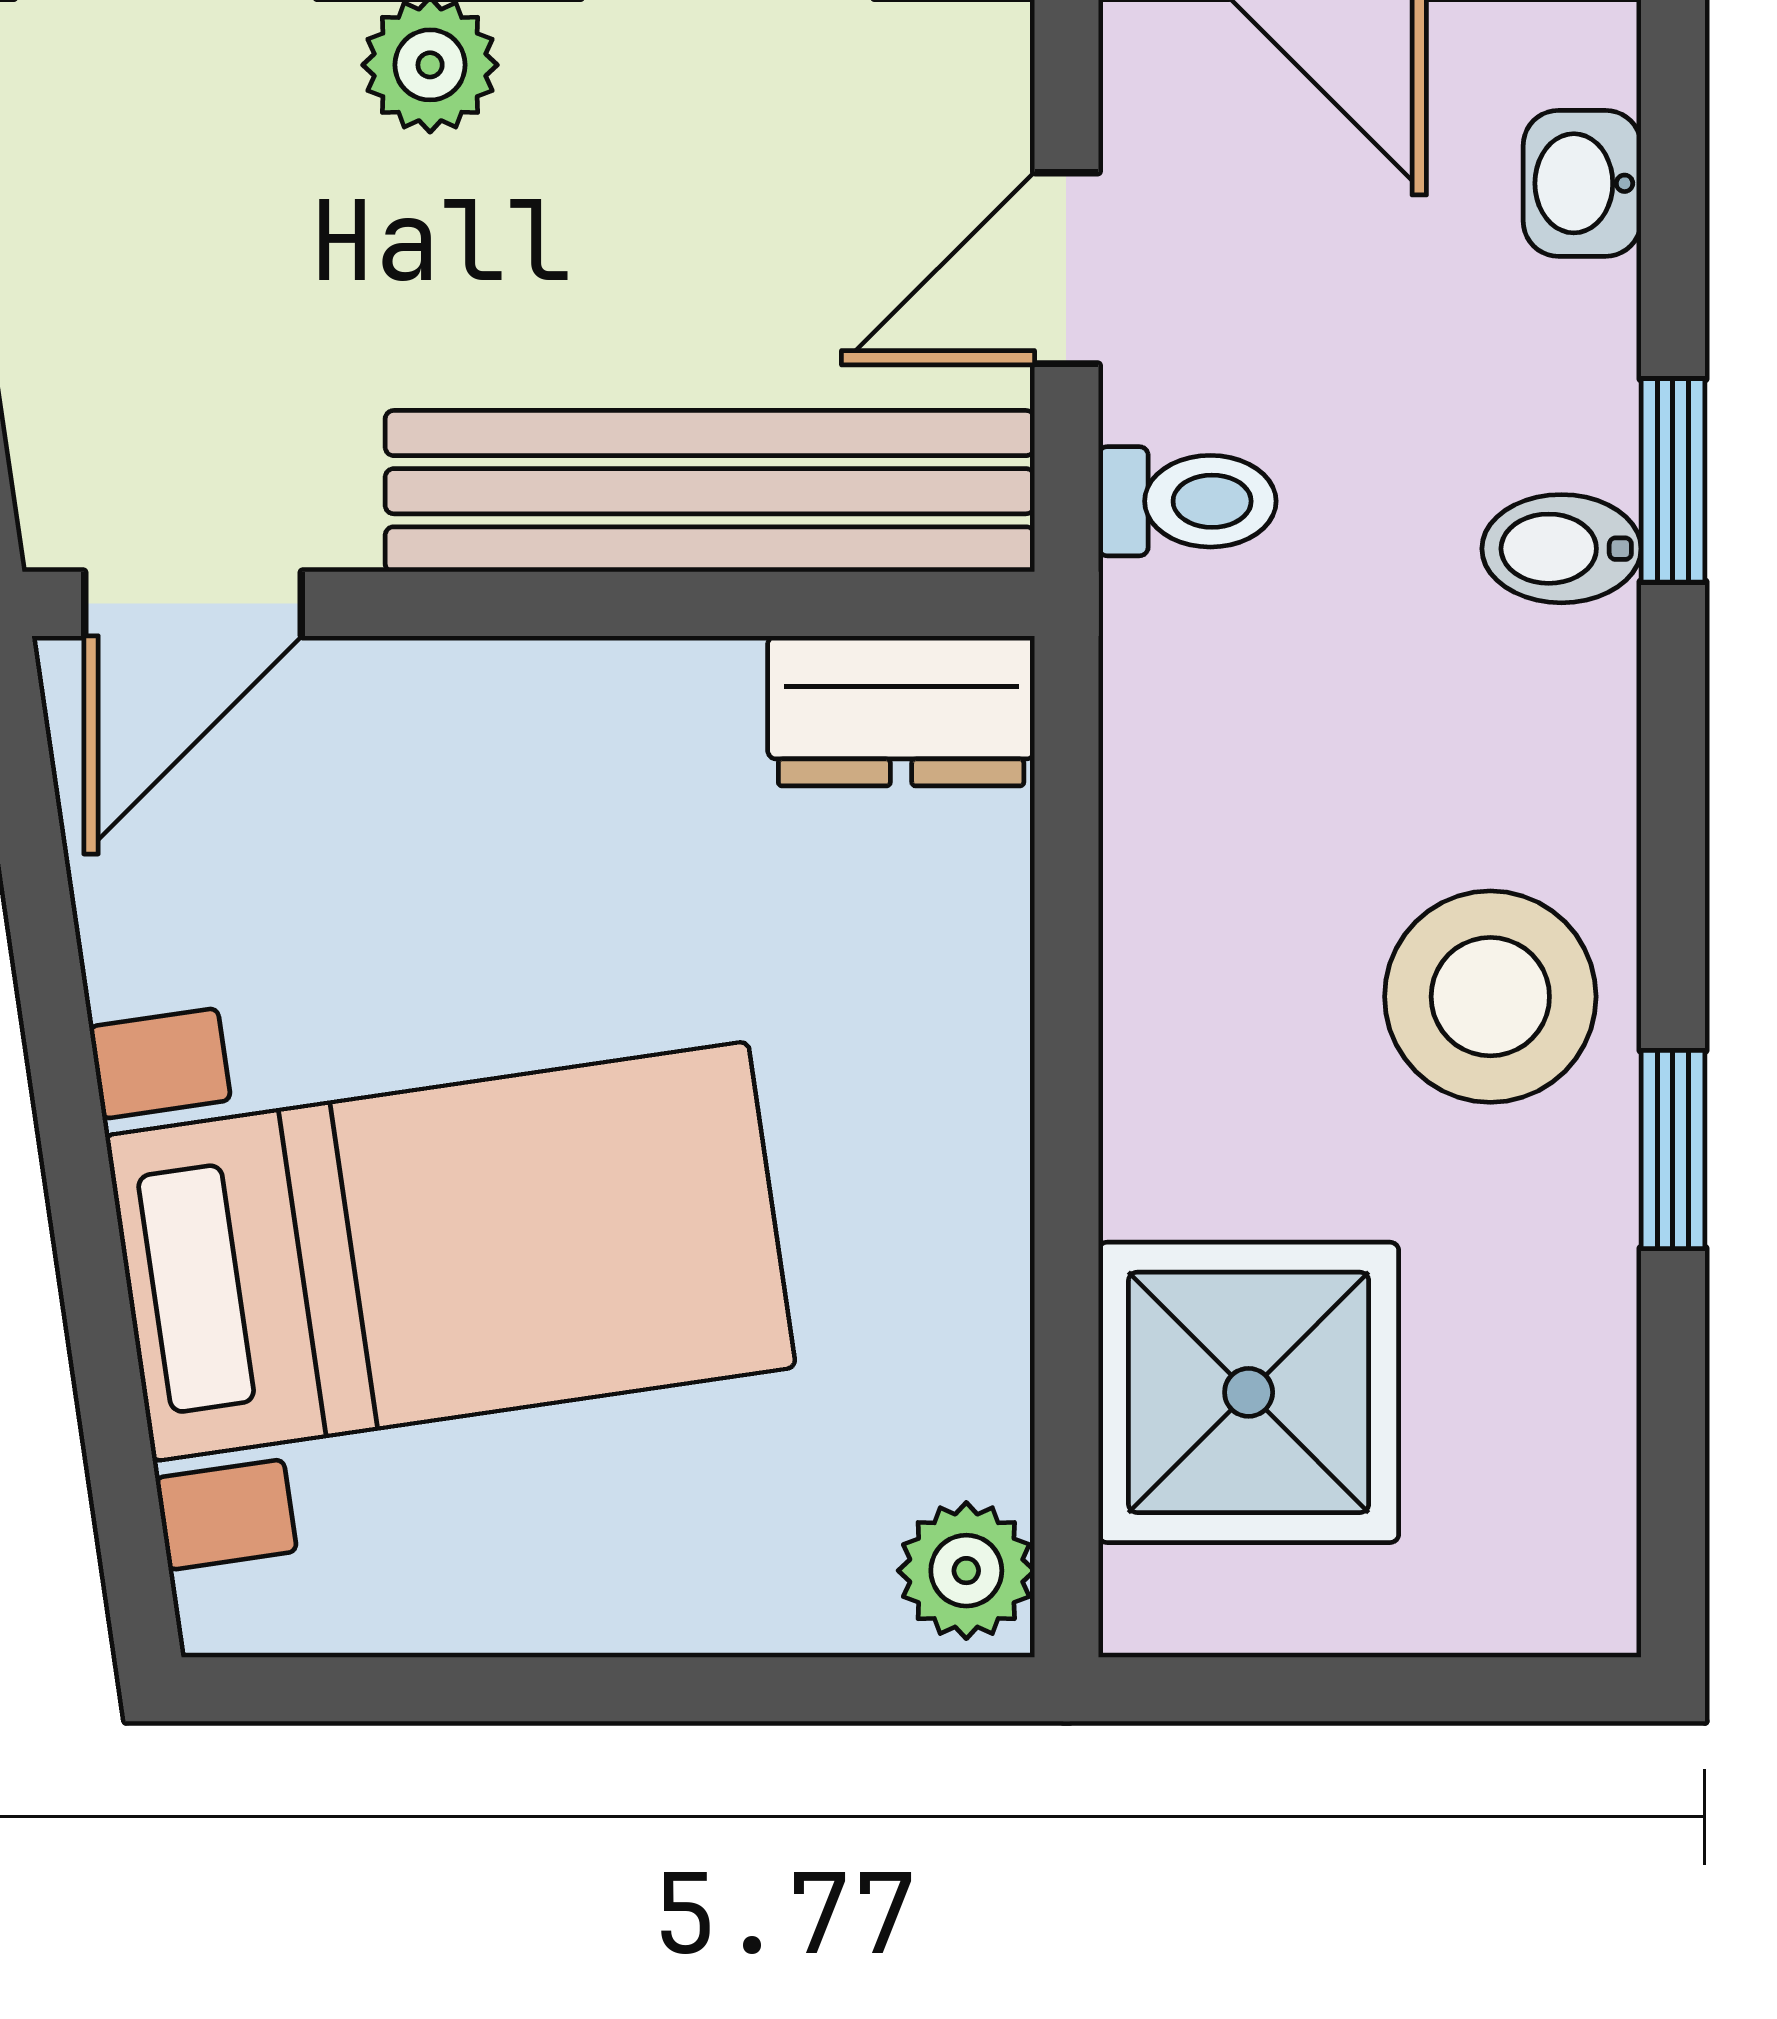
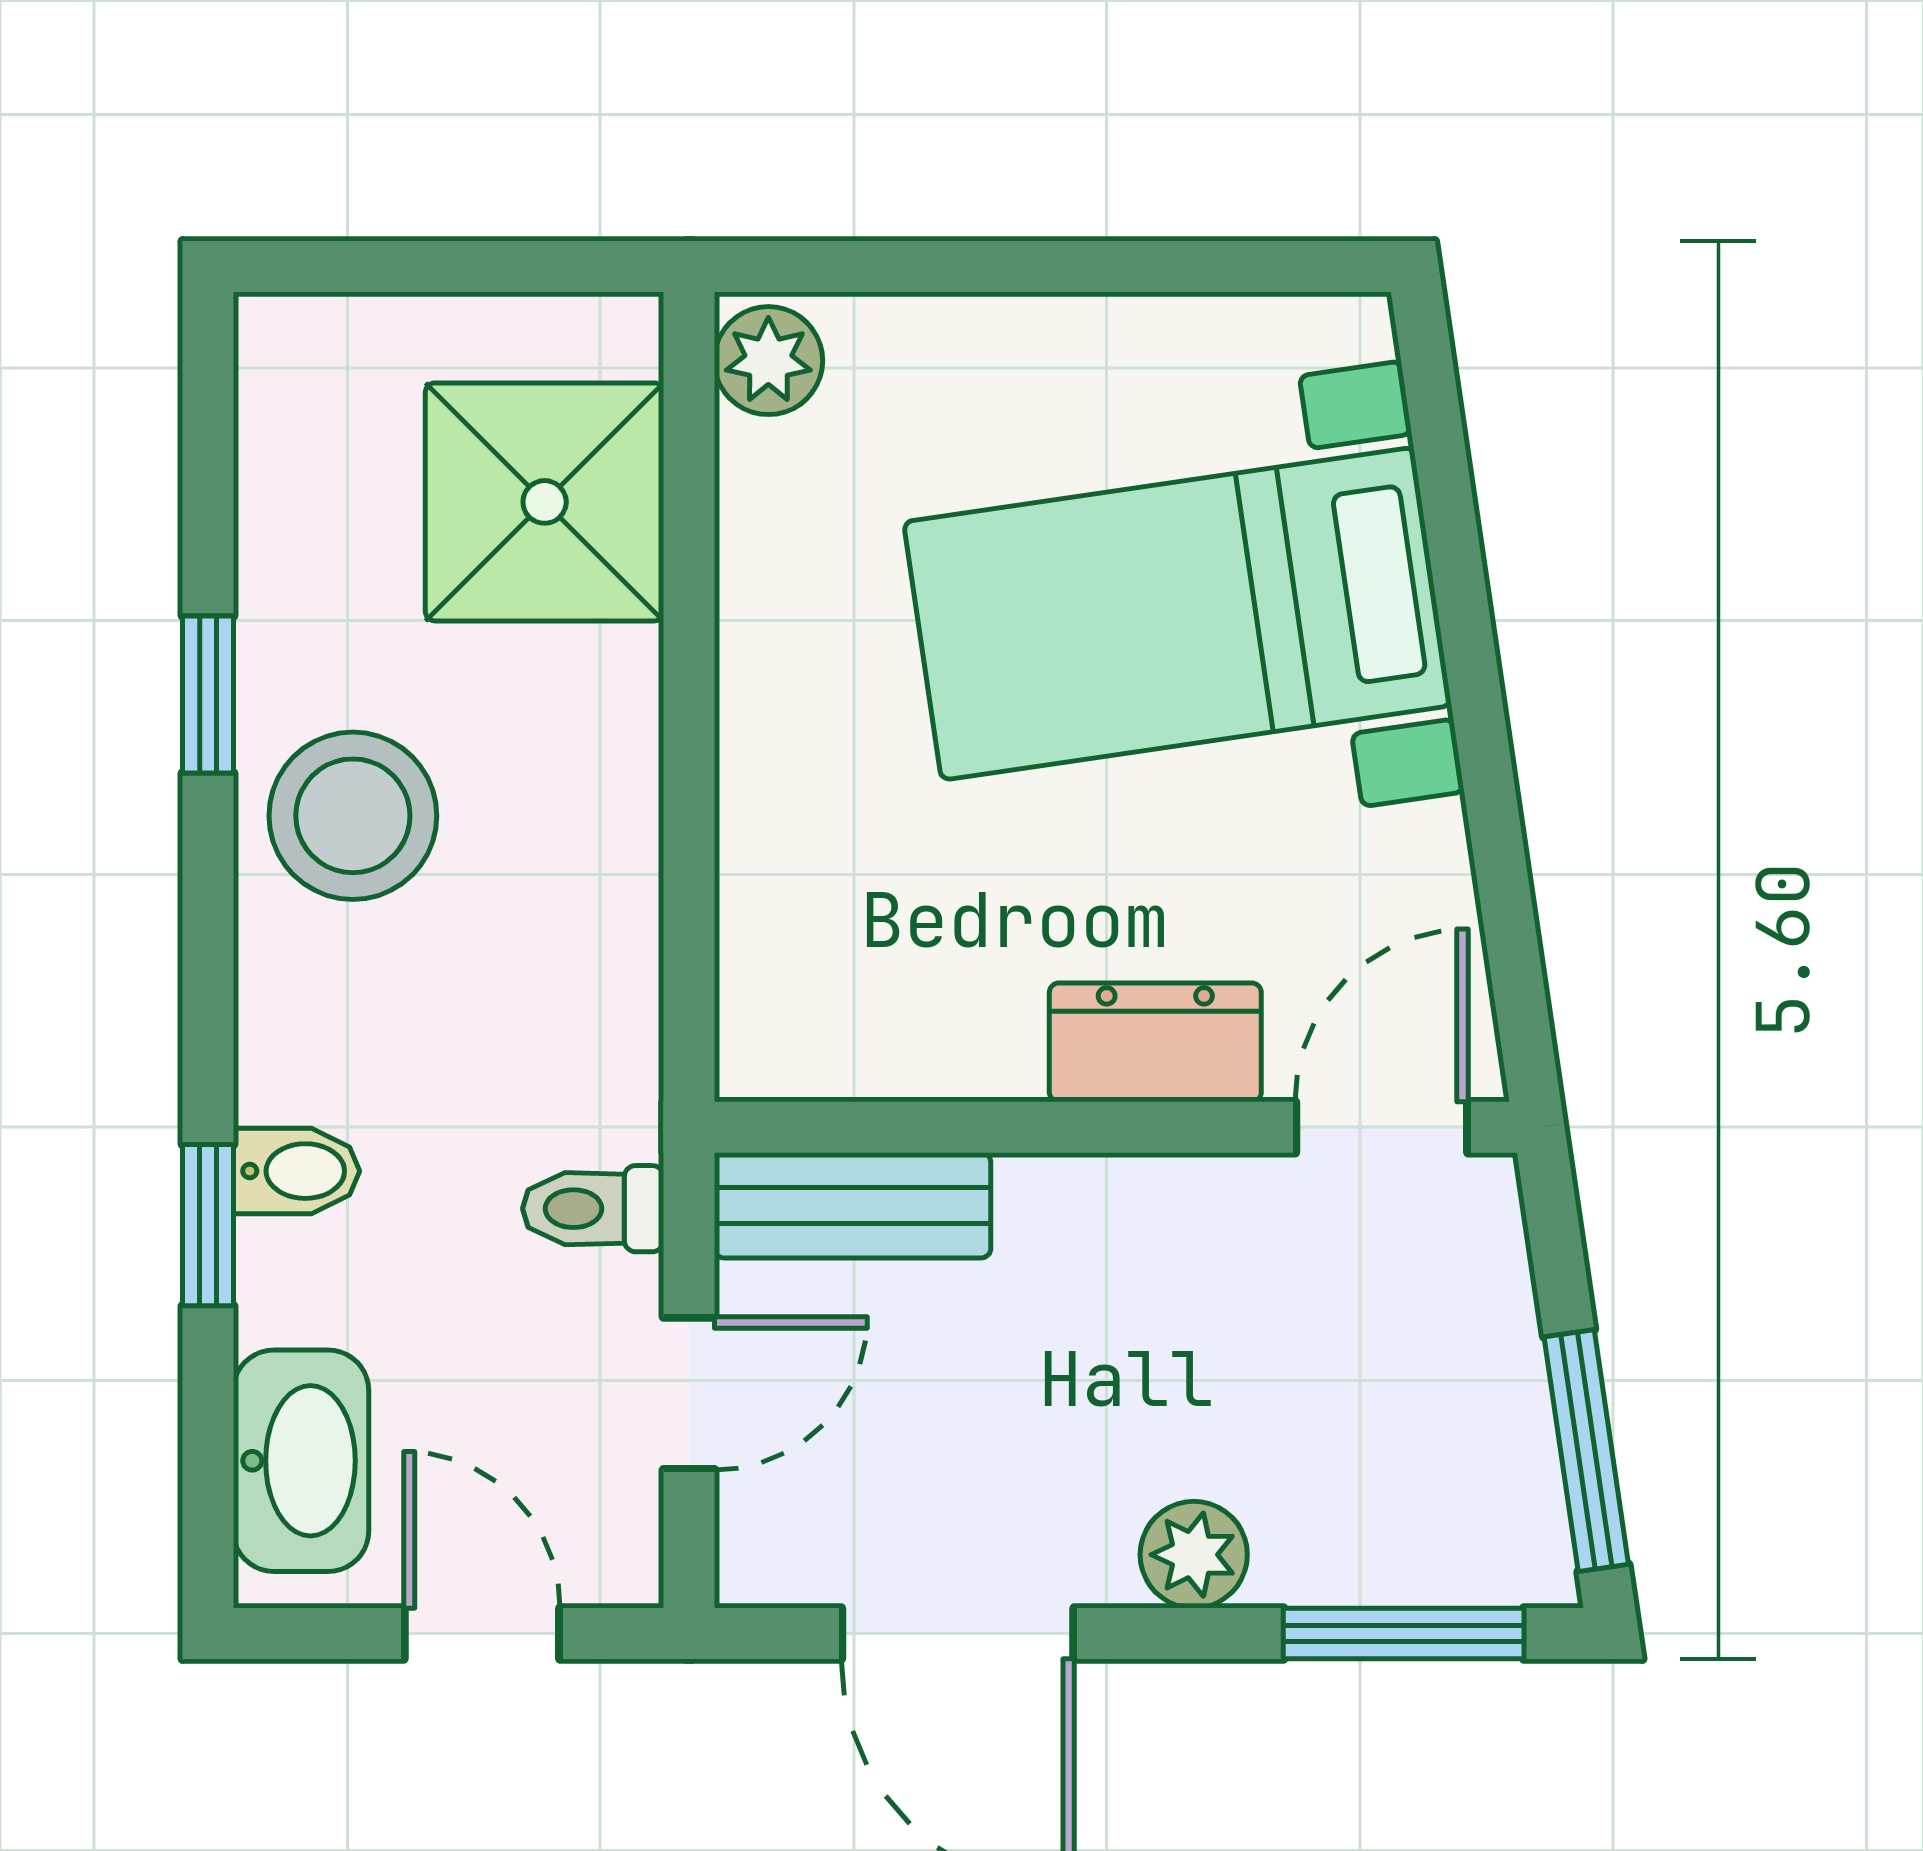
washbasin: (1582, 183) -> (301, 1461), width x1.91, depth x1.45
bench: (710, 491) -> (852, 1205), width x0.54, depth x0.82
dresser: (901, 711) -> (1155, 1042), moved

